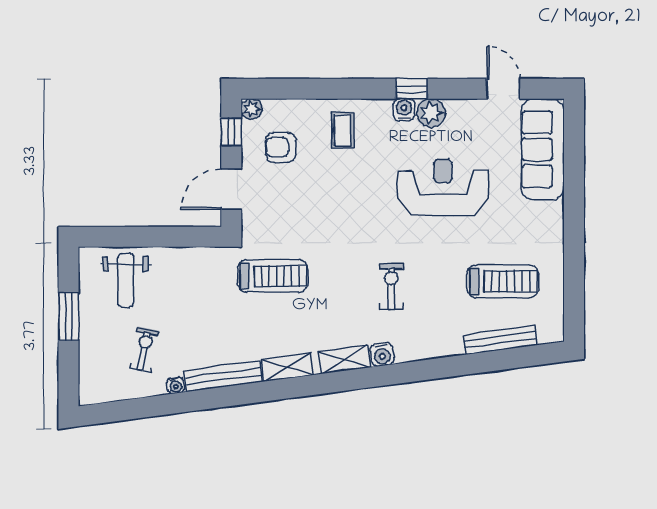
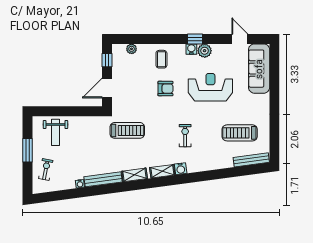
plant: (252, 109) -> (132, 49), moved
armchair: (281, 147) -> (165, 89), moved, turned 180
treadmill: (503, 281) -> (240, 133), turned 180
bench: (500, 340) -> (251, 160), moved
exercise bike: (144, 349) -> (46, 169), moved

